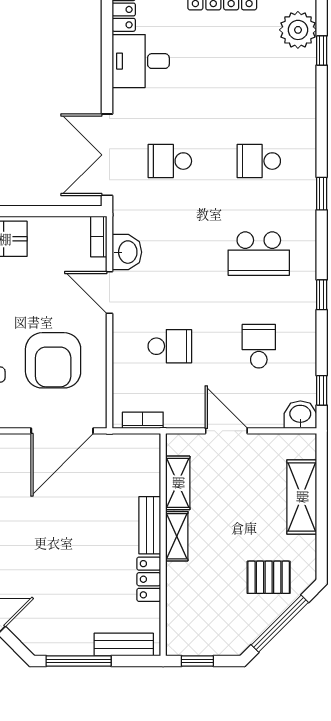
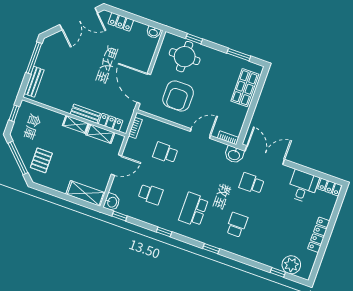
school desk: (170, 161) -> (252, 183), turned -90
washbasin: (127, 252) -> (234, 155), moved
school desk: (170, 346) -> (165, 153), turned 90
armchair: (53, 360) -> (178, 96), turned -90
shelving: (302, 497) -> (86, 193), moved
locker: (149, 579) -> (111, 122), moved

